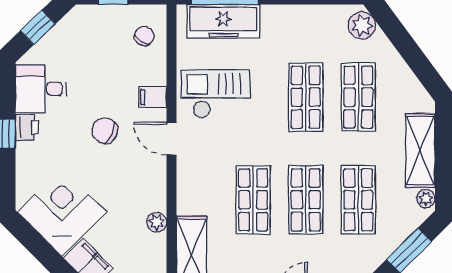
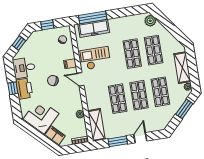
printer: (27, 127) -> (24, 89), width x1.87, depth x1.48

